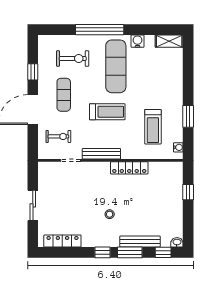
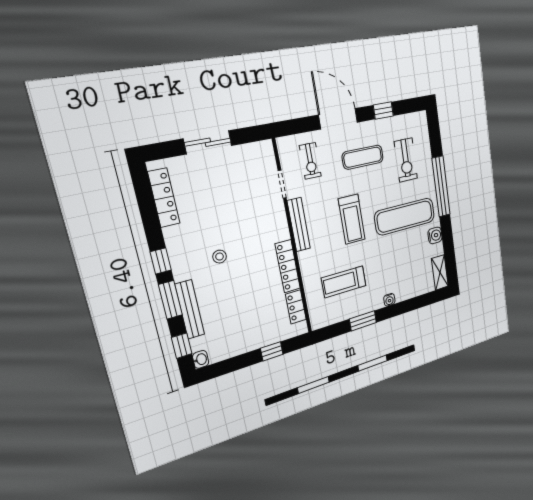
water cooler: (178, 147) -> (389, 300), moved
locker: (161, 168) -> (296, 307), added

